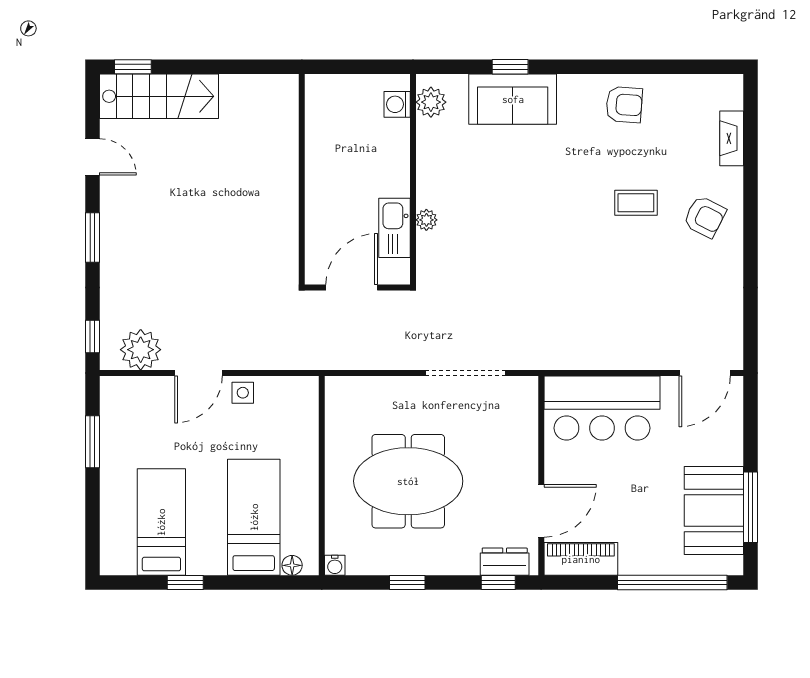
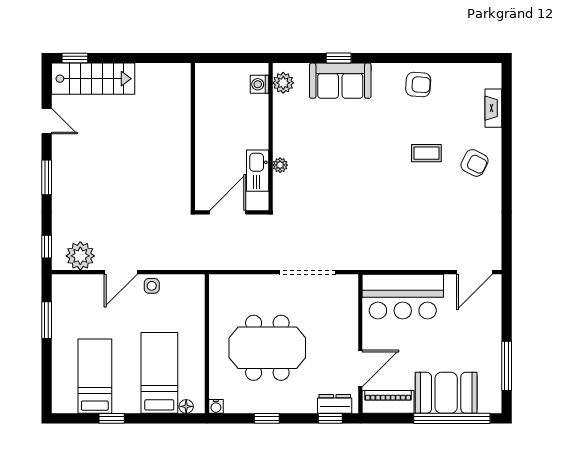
booth: (714, 511) -> (446, 393), moved, turned 90

